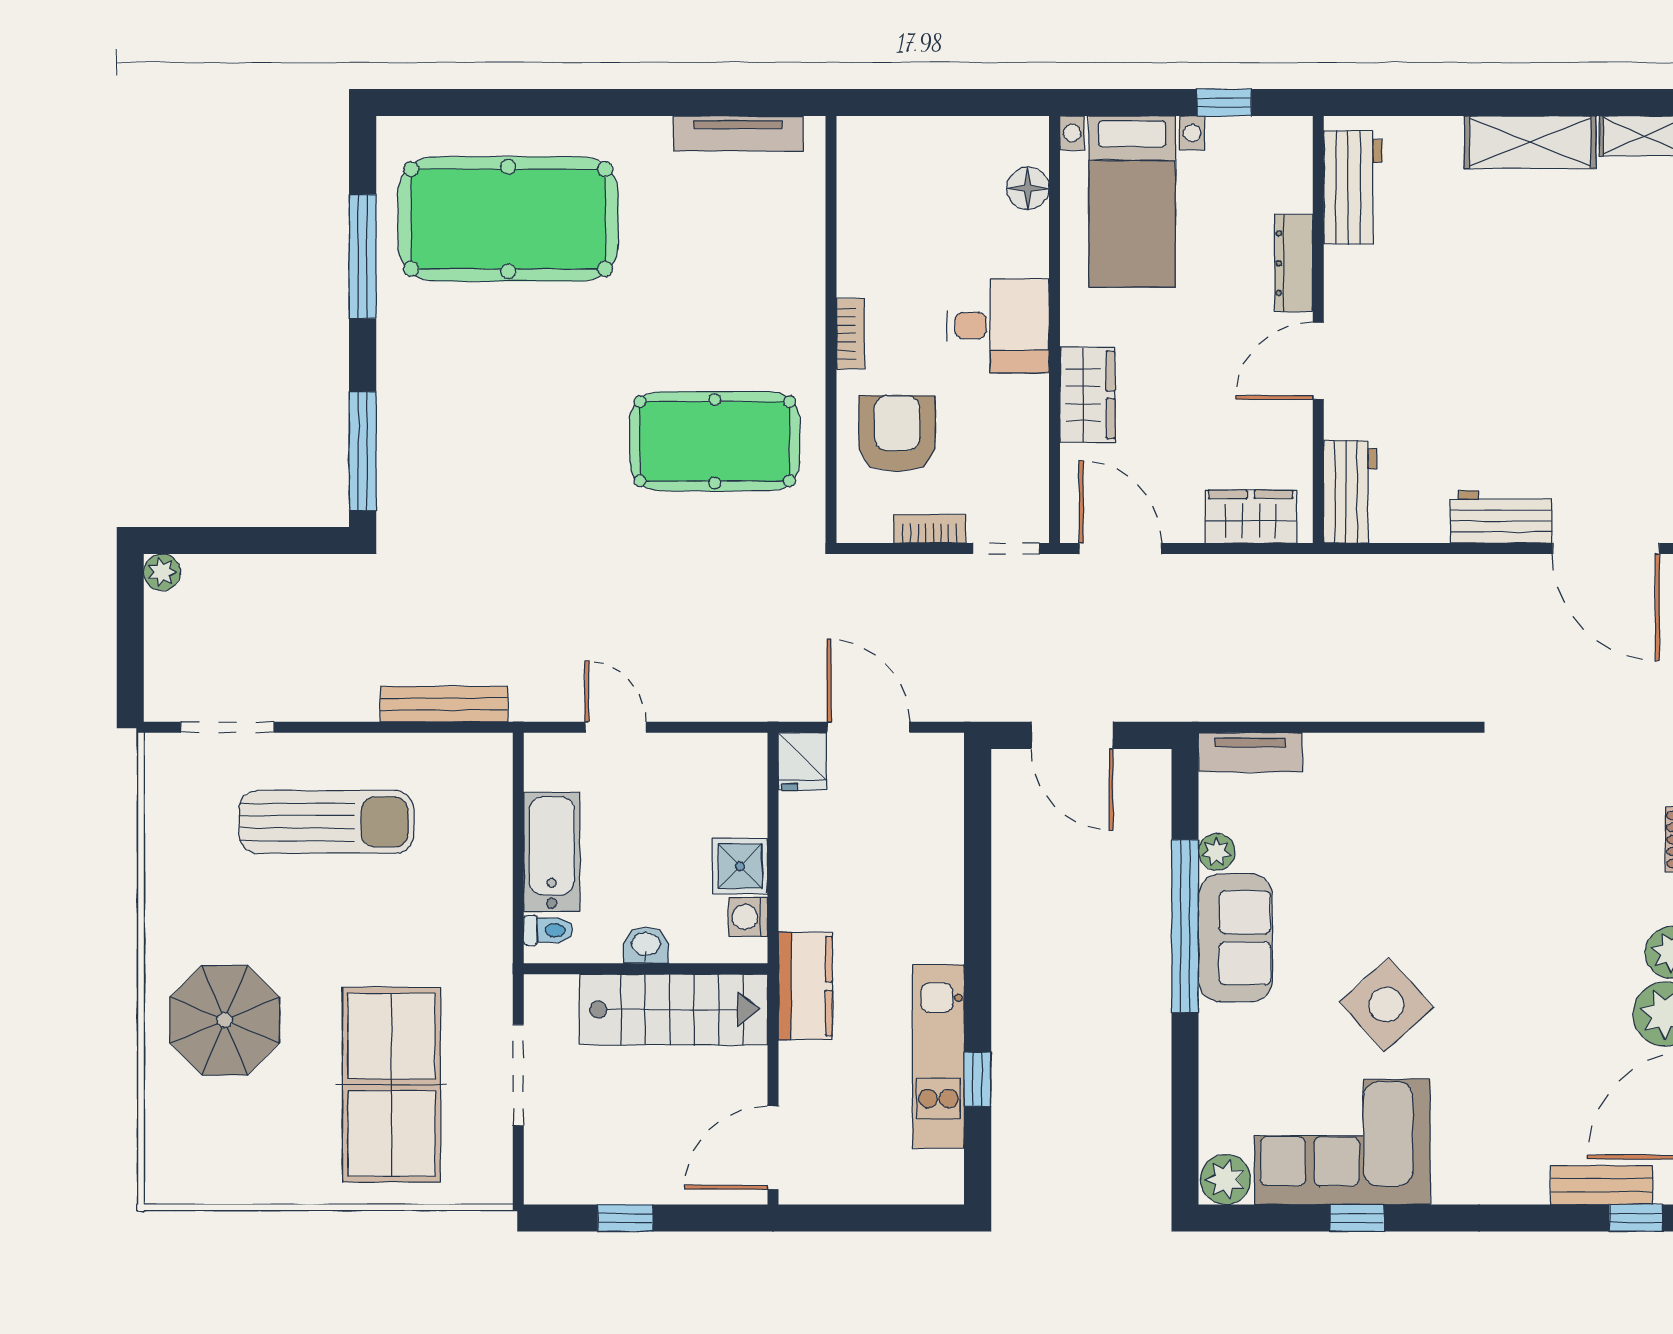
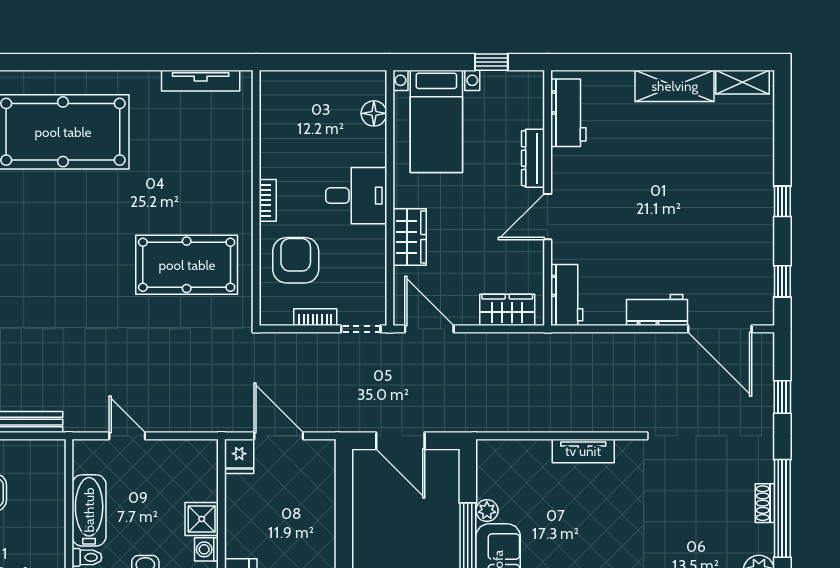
tv unit: (1250, 752) -> (583, 451), moved

